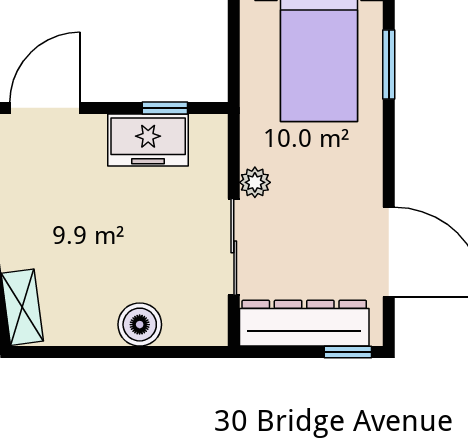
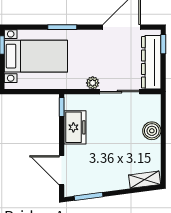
window: (389, 64) -> (62, 27), moved
window: (165, 108) -> (62, 107), moved

